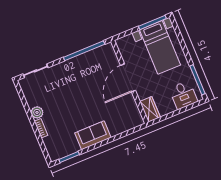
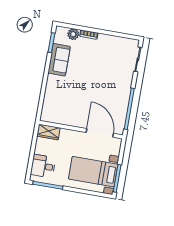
door: (128, 78) -> (100, 133), moved
plant: (37, 112) -> (73, 34), moved
sofa: (93, 135) -> (59, 60), moved

